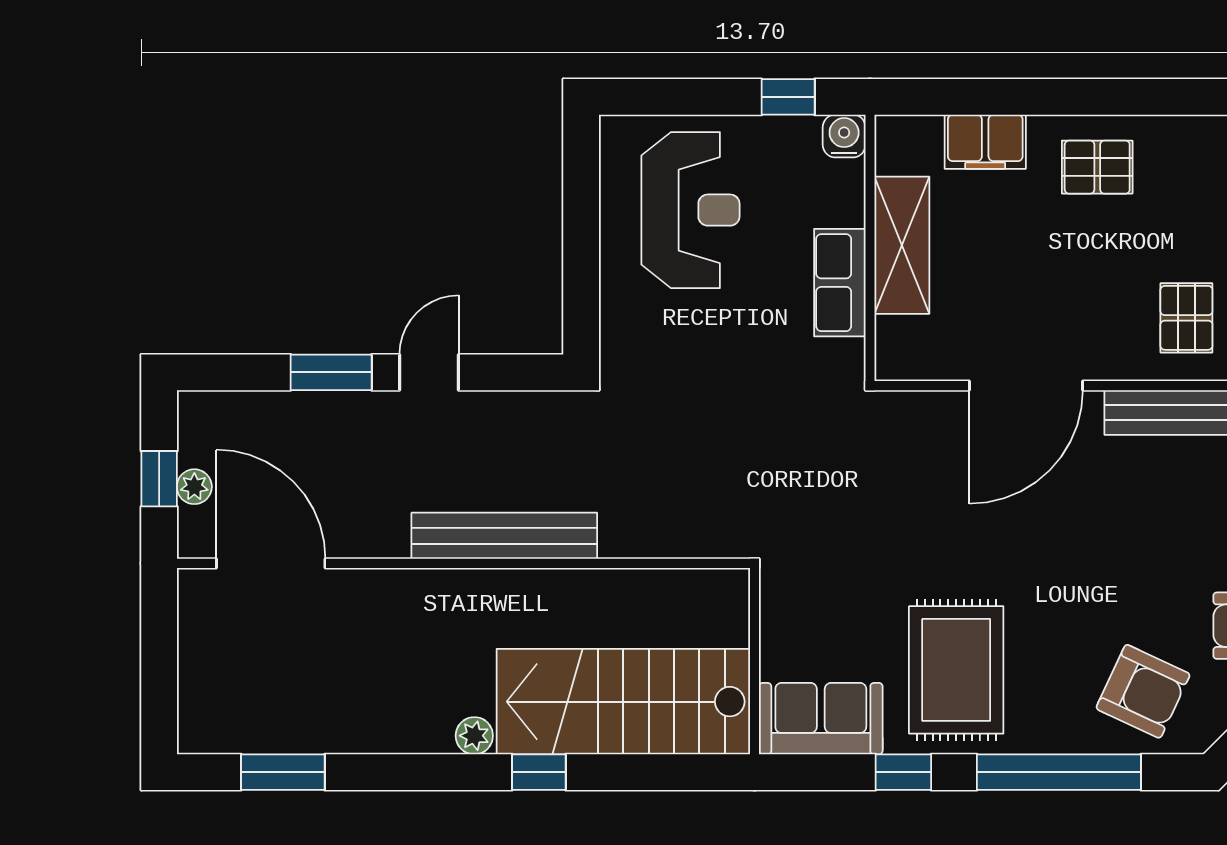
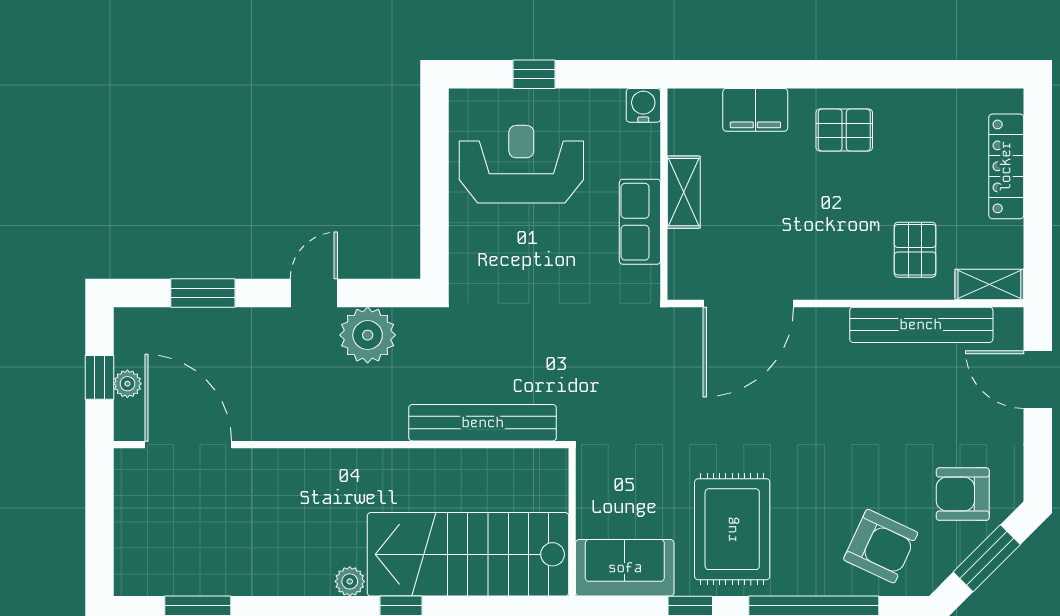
window: (788, 97) -> (534, 74), moved
reception desk: (690, 210) -> (521, 164), turned -90
shelving: (902, 245) -> (684, 192), width x0.67, depth x0.75
window: (331, 372) -> (203, 293), moved
door: (1026, 386) -> (748, 303), moved
plant: (497, 425) -> (368, 335), added
bench: (504, 536) -> (483, 423), moved

